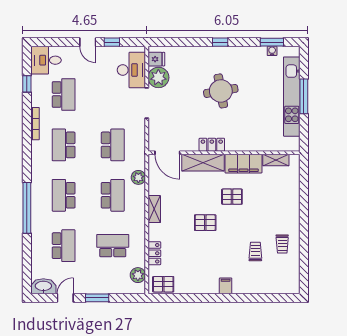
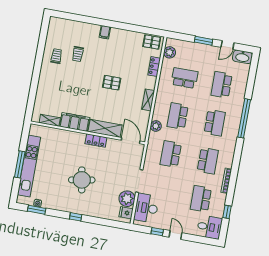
pallet: (232, 197) -> (88, 99), removed
school desk: (113, 246) -> (185, 78), turned 180

